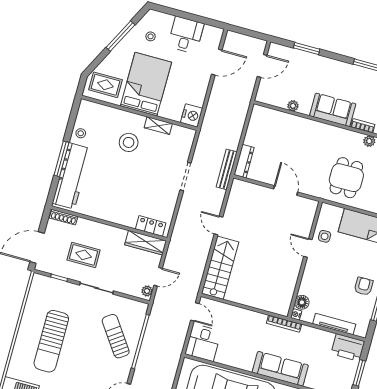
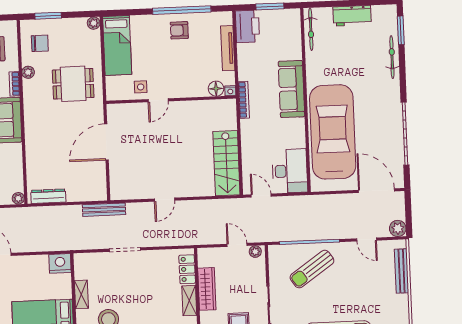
plant: (293, 106) -> (18, 198), moved
dresser: (244, 161) -> (48, 196), moved
door: (286, 191) -> (106, 142), width x1.36
shelving: (122, 219) -> (189, 301), added
wardrobe: (146, 243) -> (207, 289), moved
stairs: (220, 268) -> (226, 163), moved, turned -90
door: (195, 312) -> (261, 196), hinge flipped
desk: (203, 343) -> (290, 171), width x1.37

